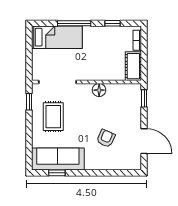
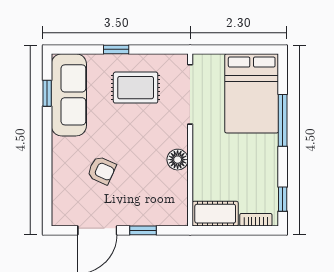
window: (112, 23) -> (283, 199), moved
bed: (57, 37) -> (252, 93), width x1.50
window: (144, 98) -> (143, 230), moved
window: (29, 102) -> (116, 49), moved

